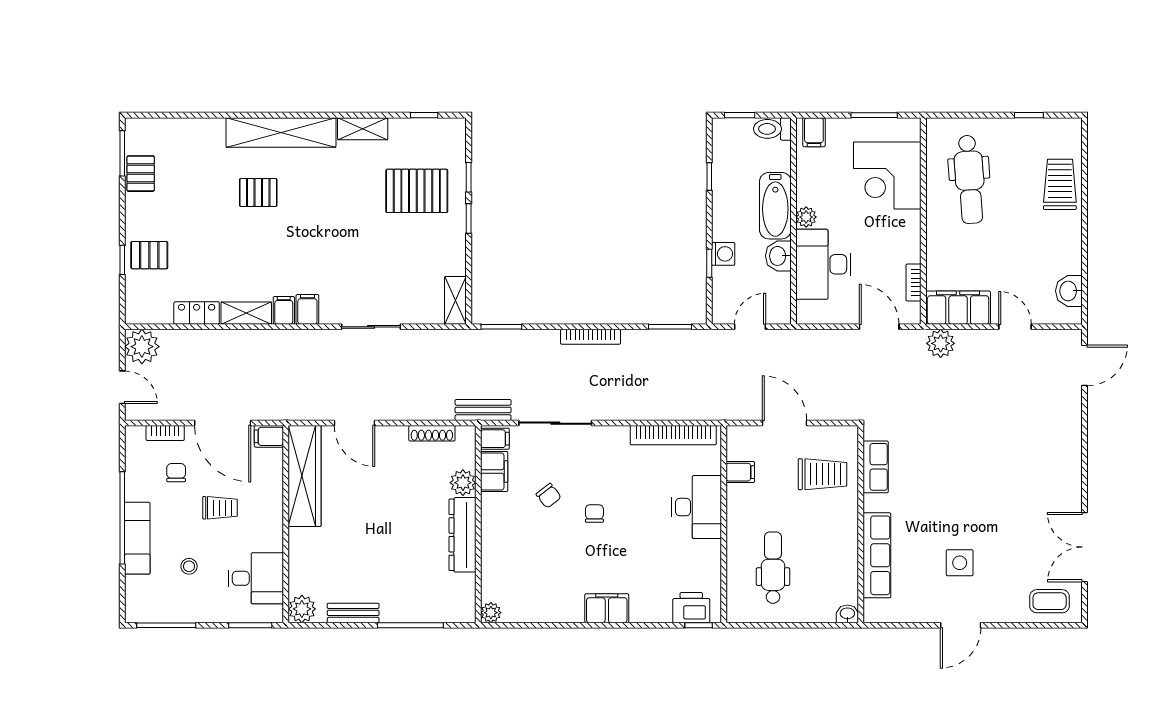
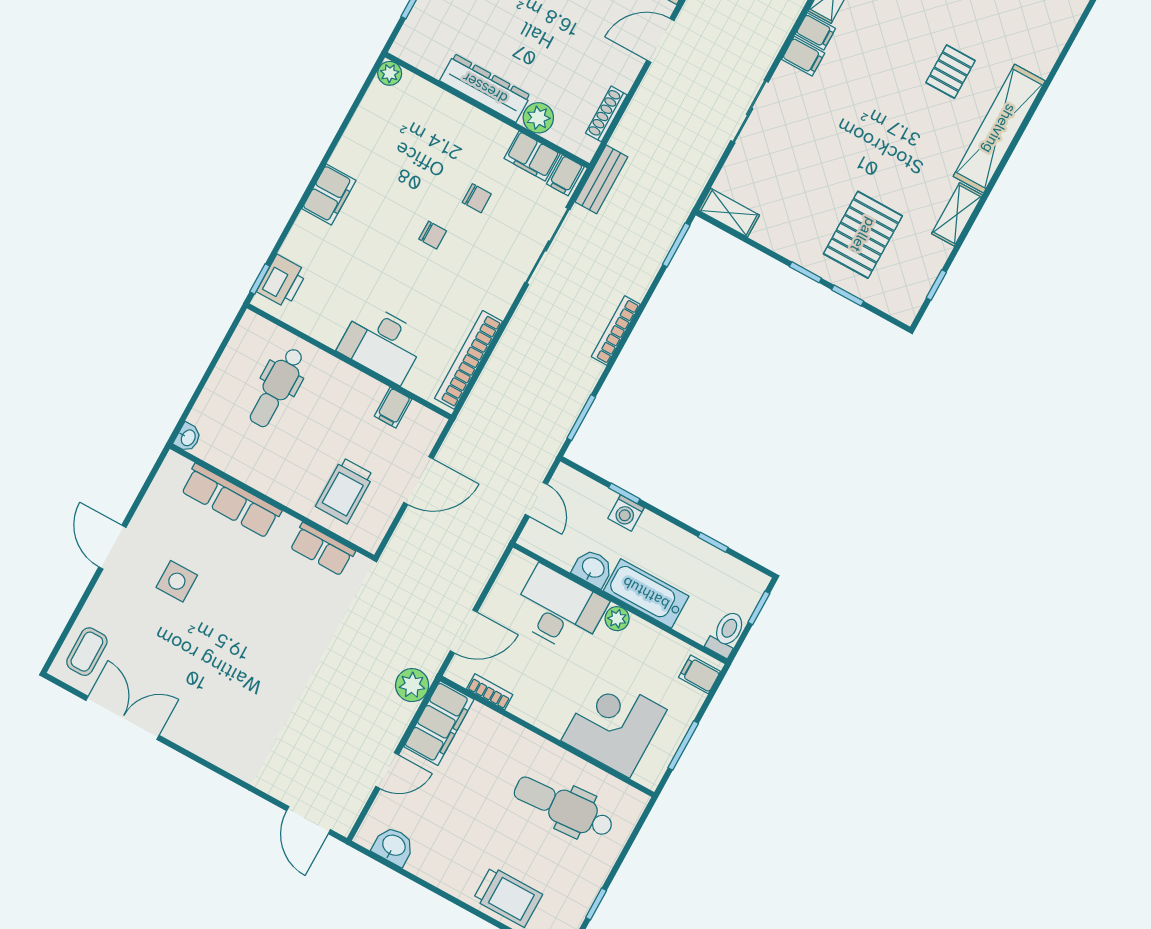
chair: (549, 496) -> (477, 198), turned -142
dental chair: (773, 568) -> (277, 387), turned 90

